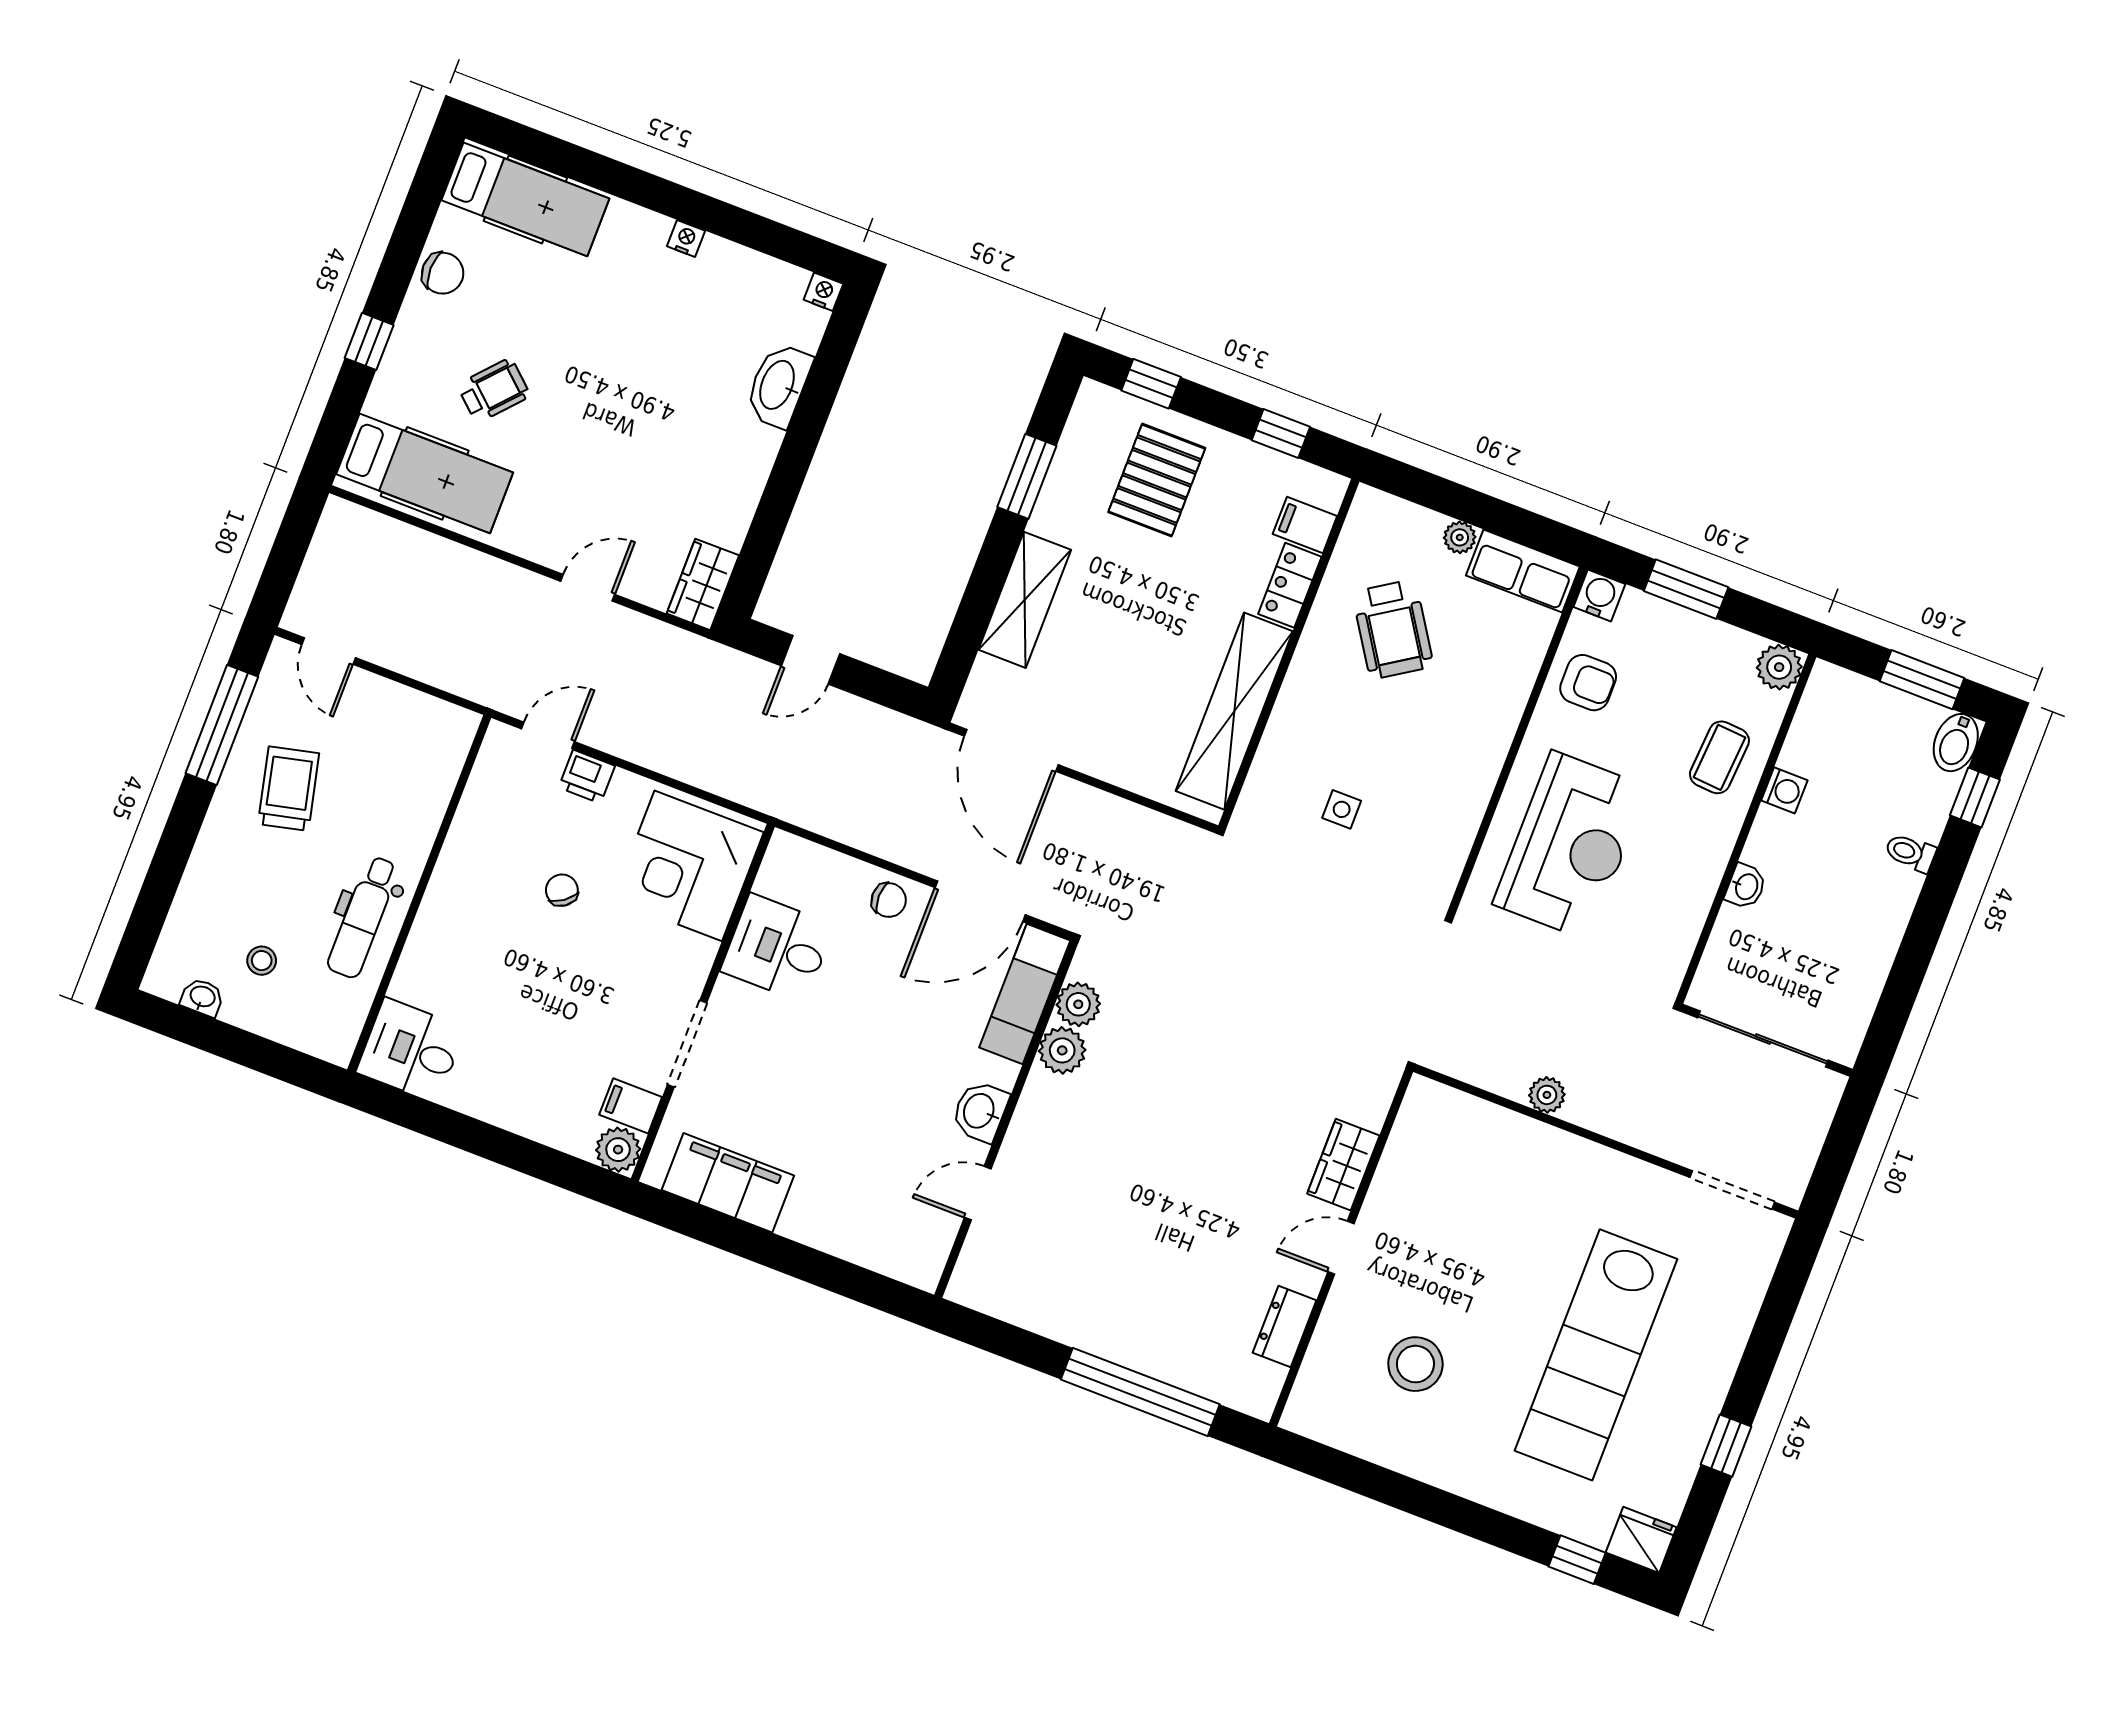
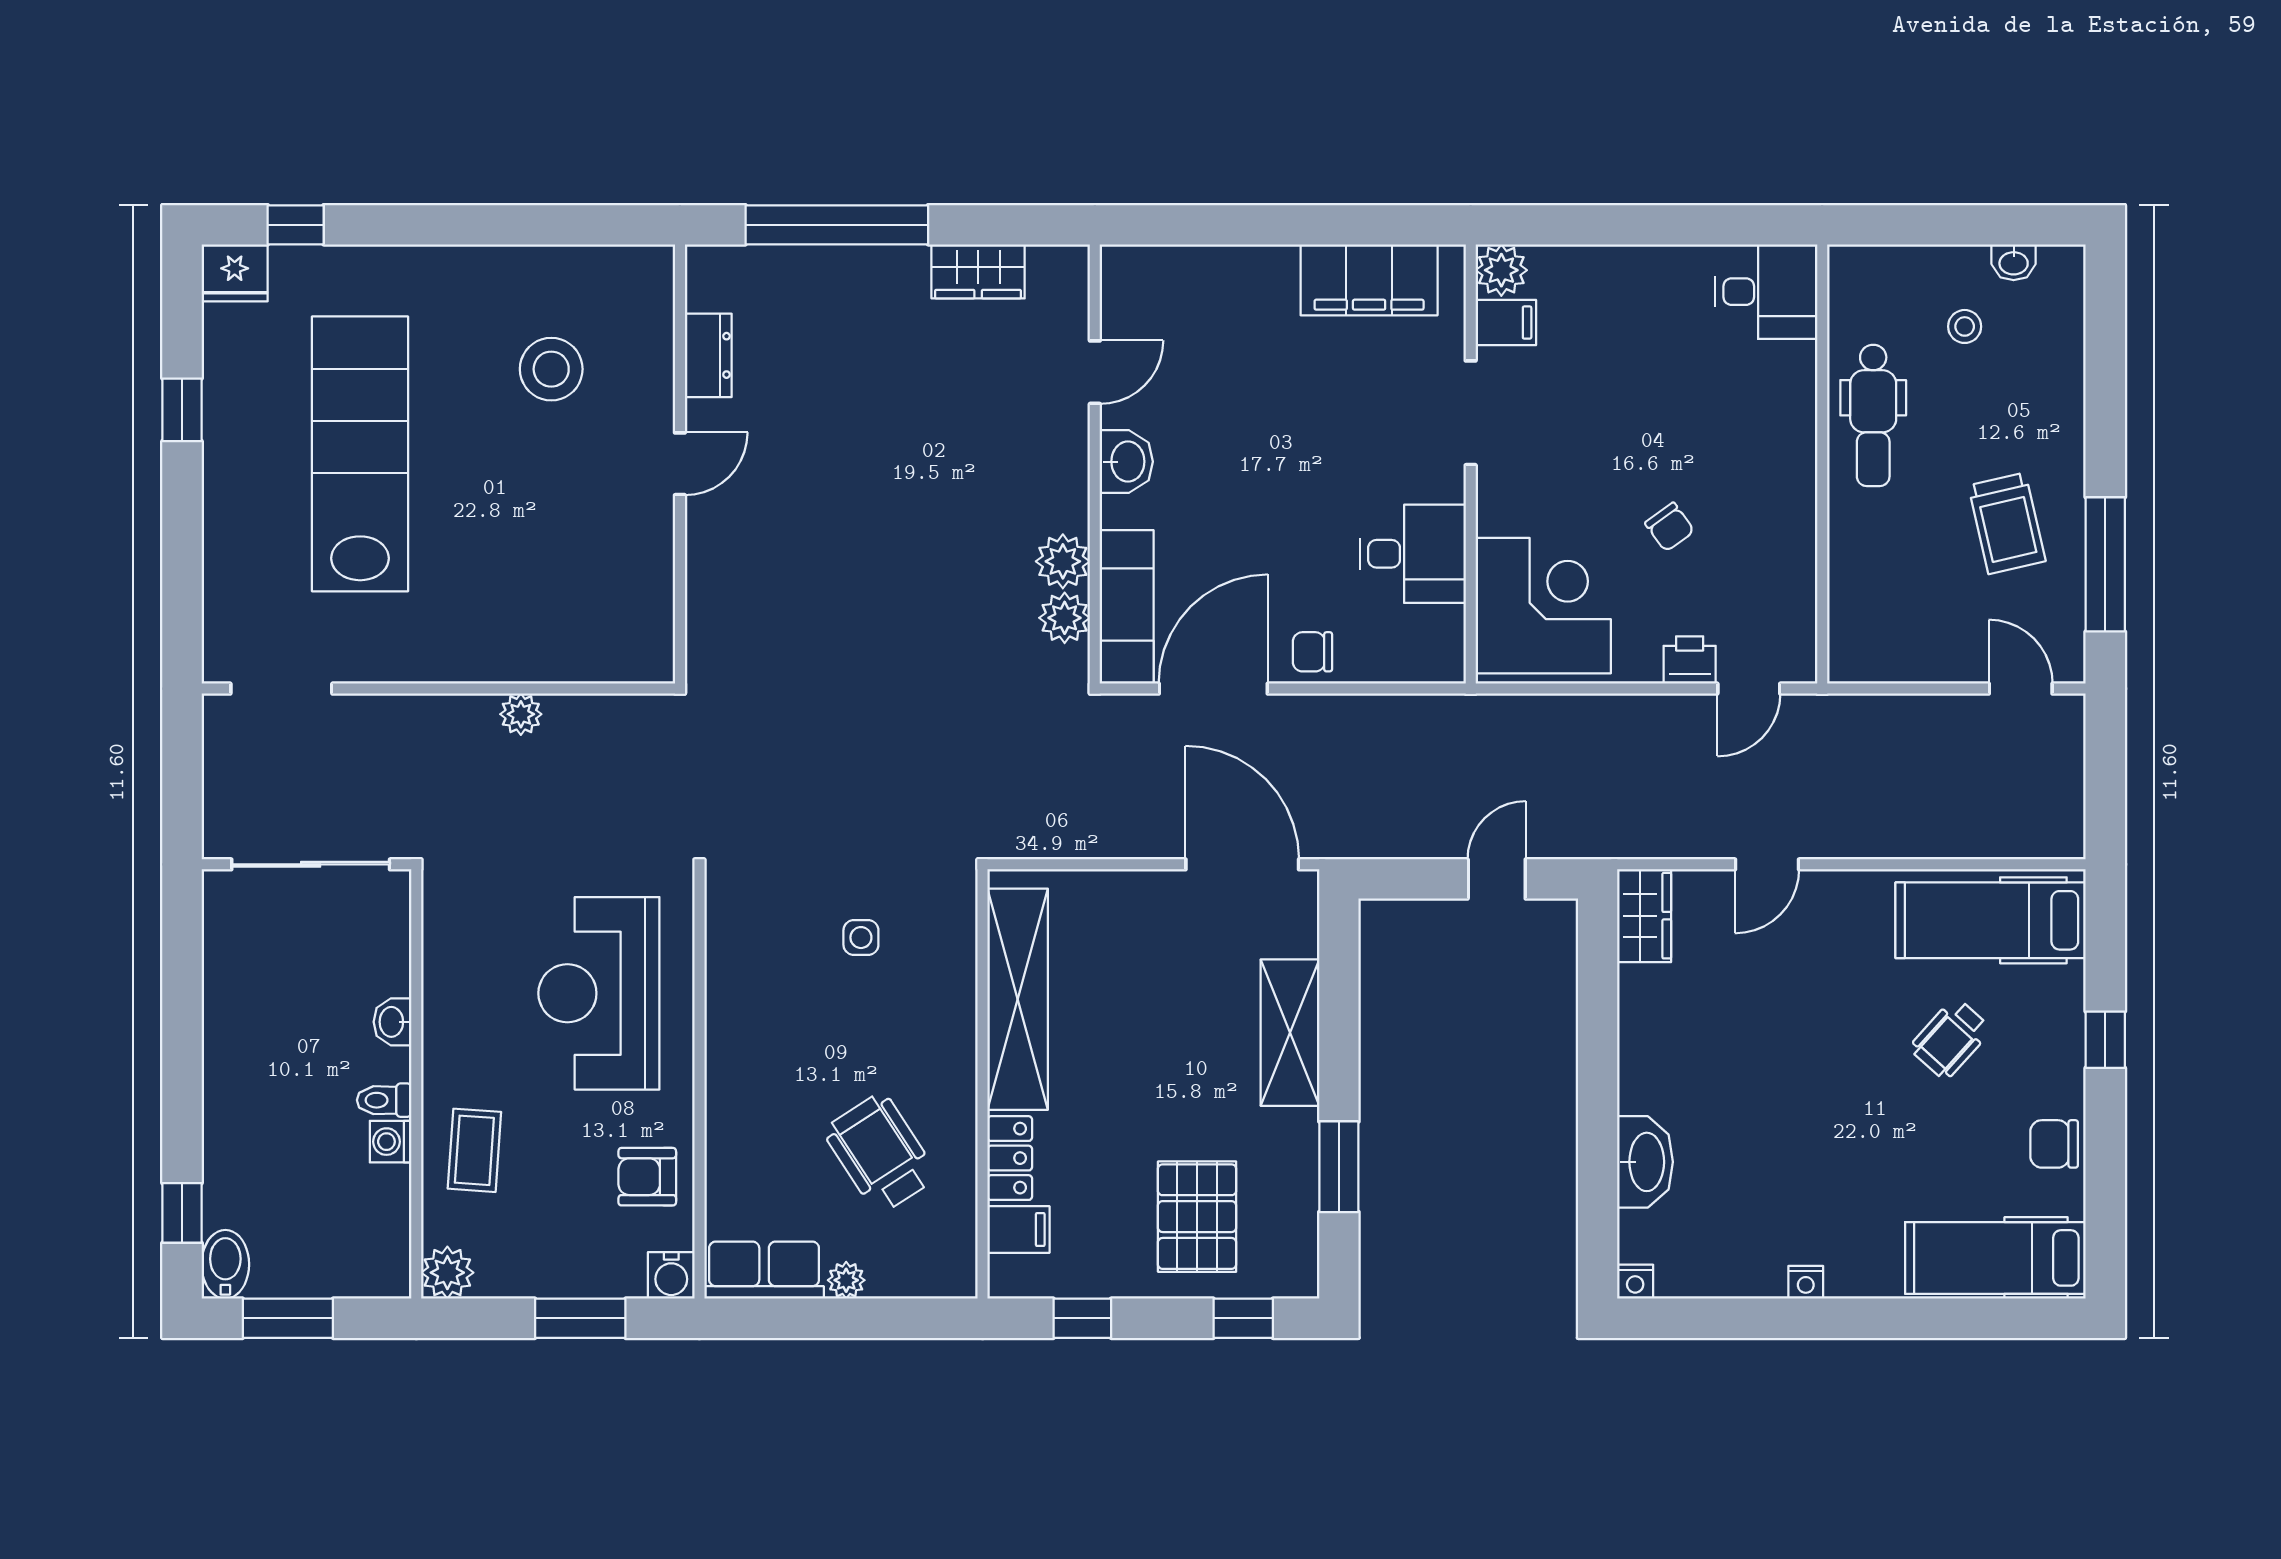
toilet: (1910, 853) -> (384, 1100), moved, turned 180
dental chair: (363, 917) -> (1873, 415), turned 180
wardrobe: (1343, 1165) -> (978, 271), moved, turned 90

